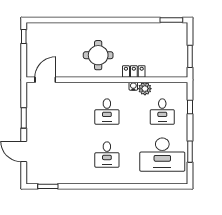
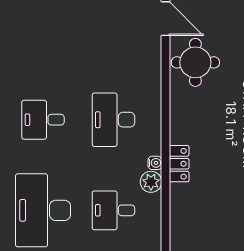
round table: (98, 55) -> (195, 62), moved
desk: (107, 112) -> (113, 120), width x1.37

